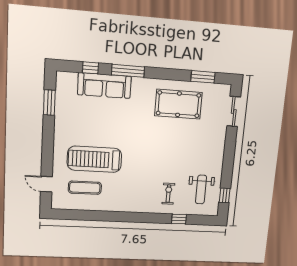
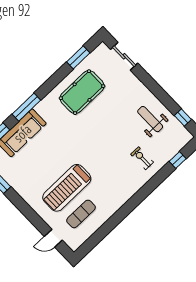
weight bench: (201, 189) -> (150, 119), moved, turned 180
window: (179, 219) -> (178, 160), moved

